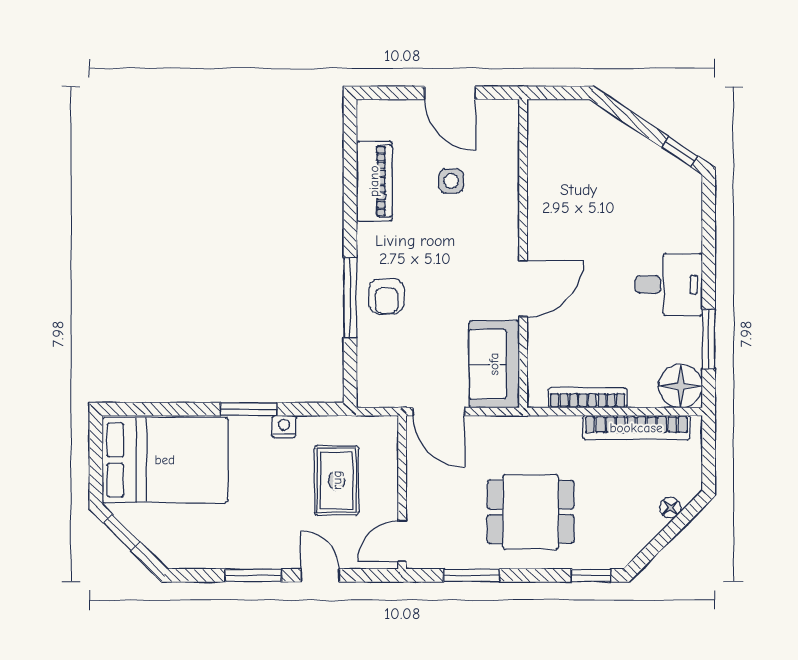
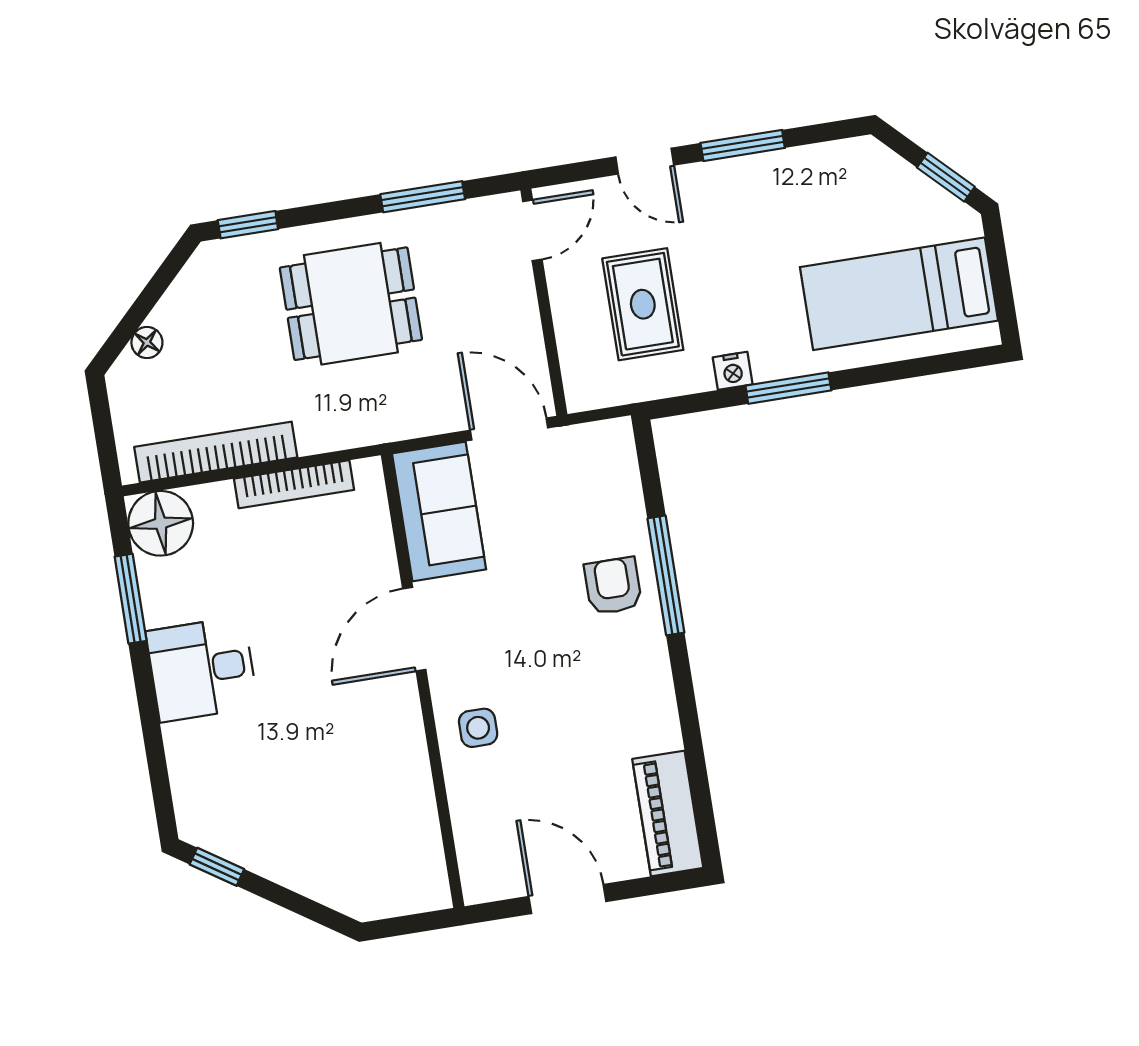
piano: (374, 181) -> (668, 813), moved
side table: (451, 181) -> (478, 728), moved
bed: (165, 460) -> (899, 294), width x0.67

